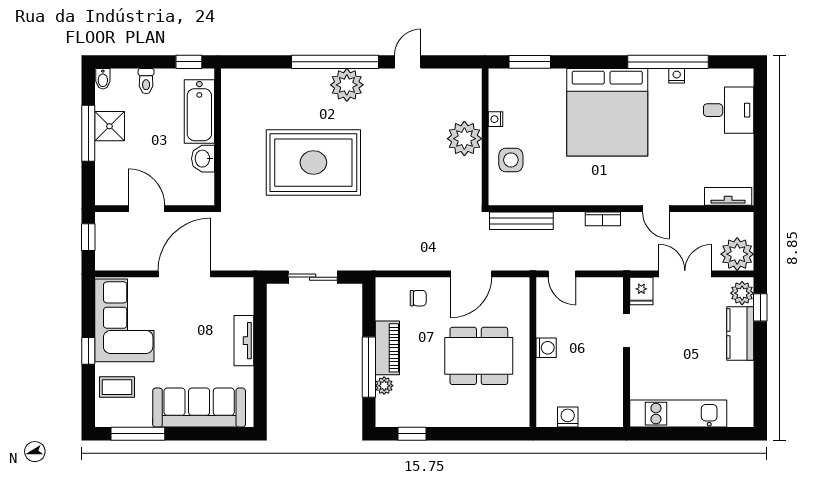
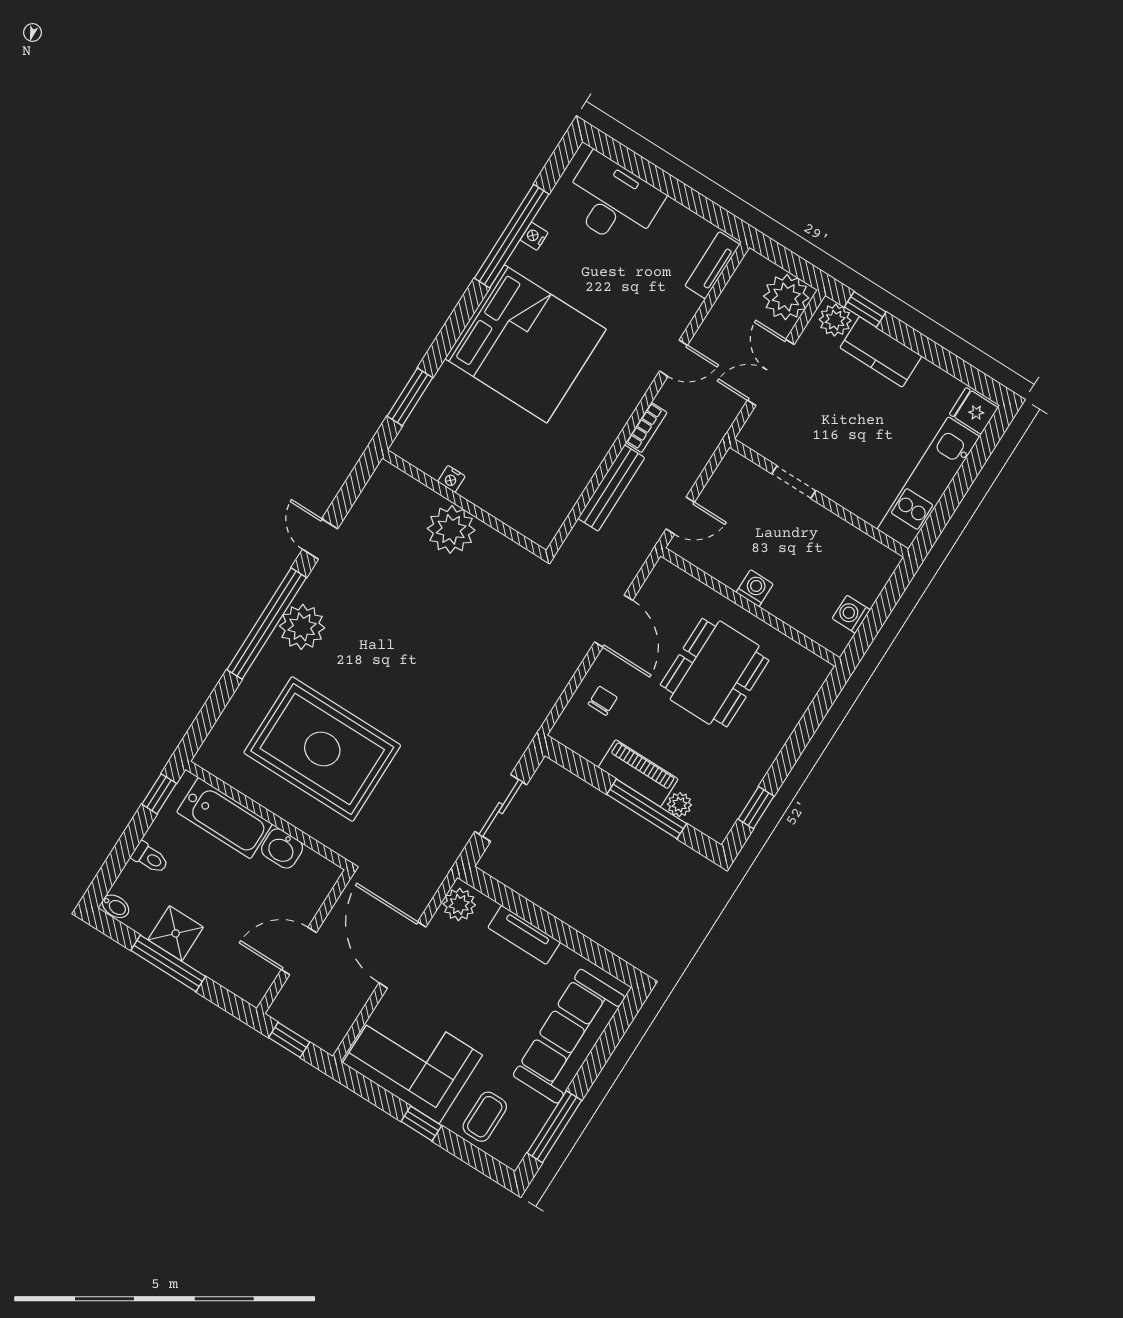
desk: (729, 110) -> (612, 201), width x1.37
side table: (511, 160) -> (510, 491), removed
rug: (313, 163) -> (322, 749), moved, turned 90
bench: (521, 221) -> (611, 488), moved
plant: (237, 289) -> (459, 904), added
fridge: (641, 291) -> (974, 411), moved, turned 180

